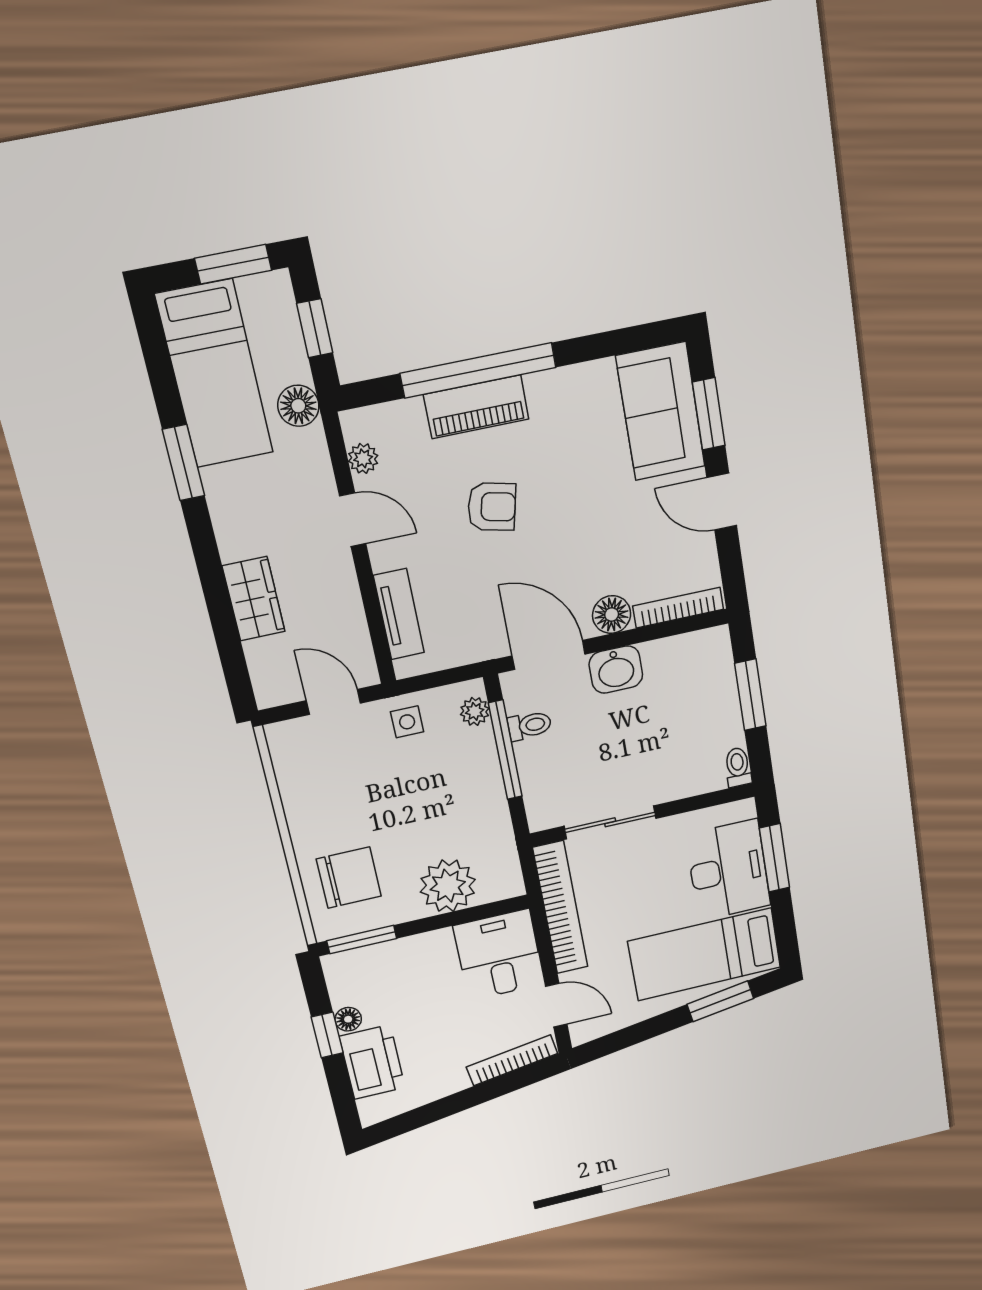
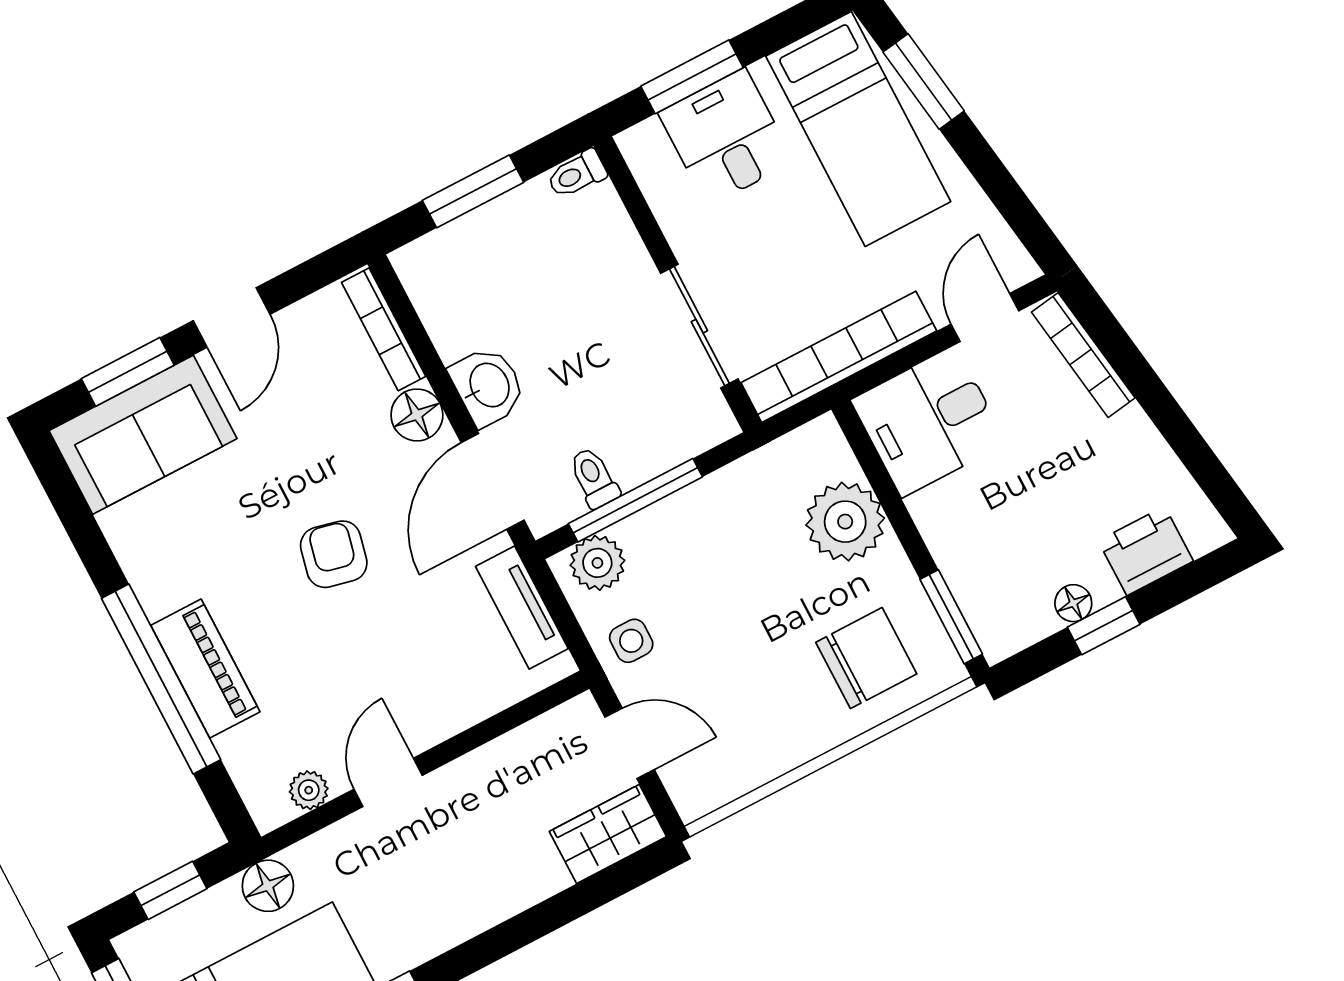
armchair: (492, 507) -> (334, 554), moved
wardrobe: (254, 599) -> (608, 834), moved
tv unit: (399, 614) -> (522, 608), moved, turned -90
door: (333, 702) -> (630, 743), swing flipped
plant: (475, 711) -> (597, 563), width x1.38, depth x1.38
desk: (728, 870) -> (726, 137), width x0.73
chair: (349, 878) -> (866, 658), turned 90
printer: (372, 1062) -> (1146, 551), width x0.73, depth x0.84

